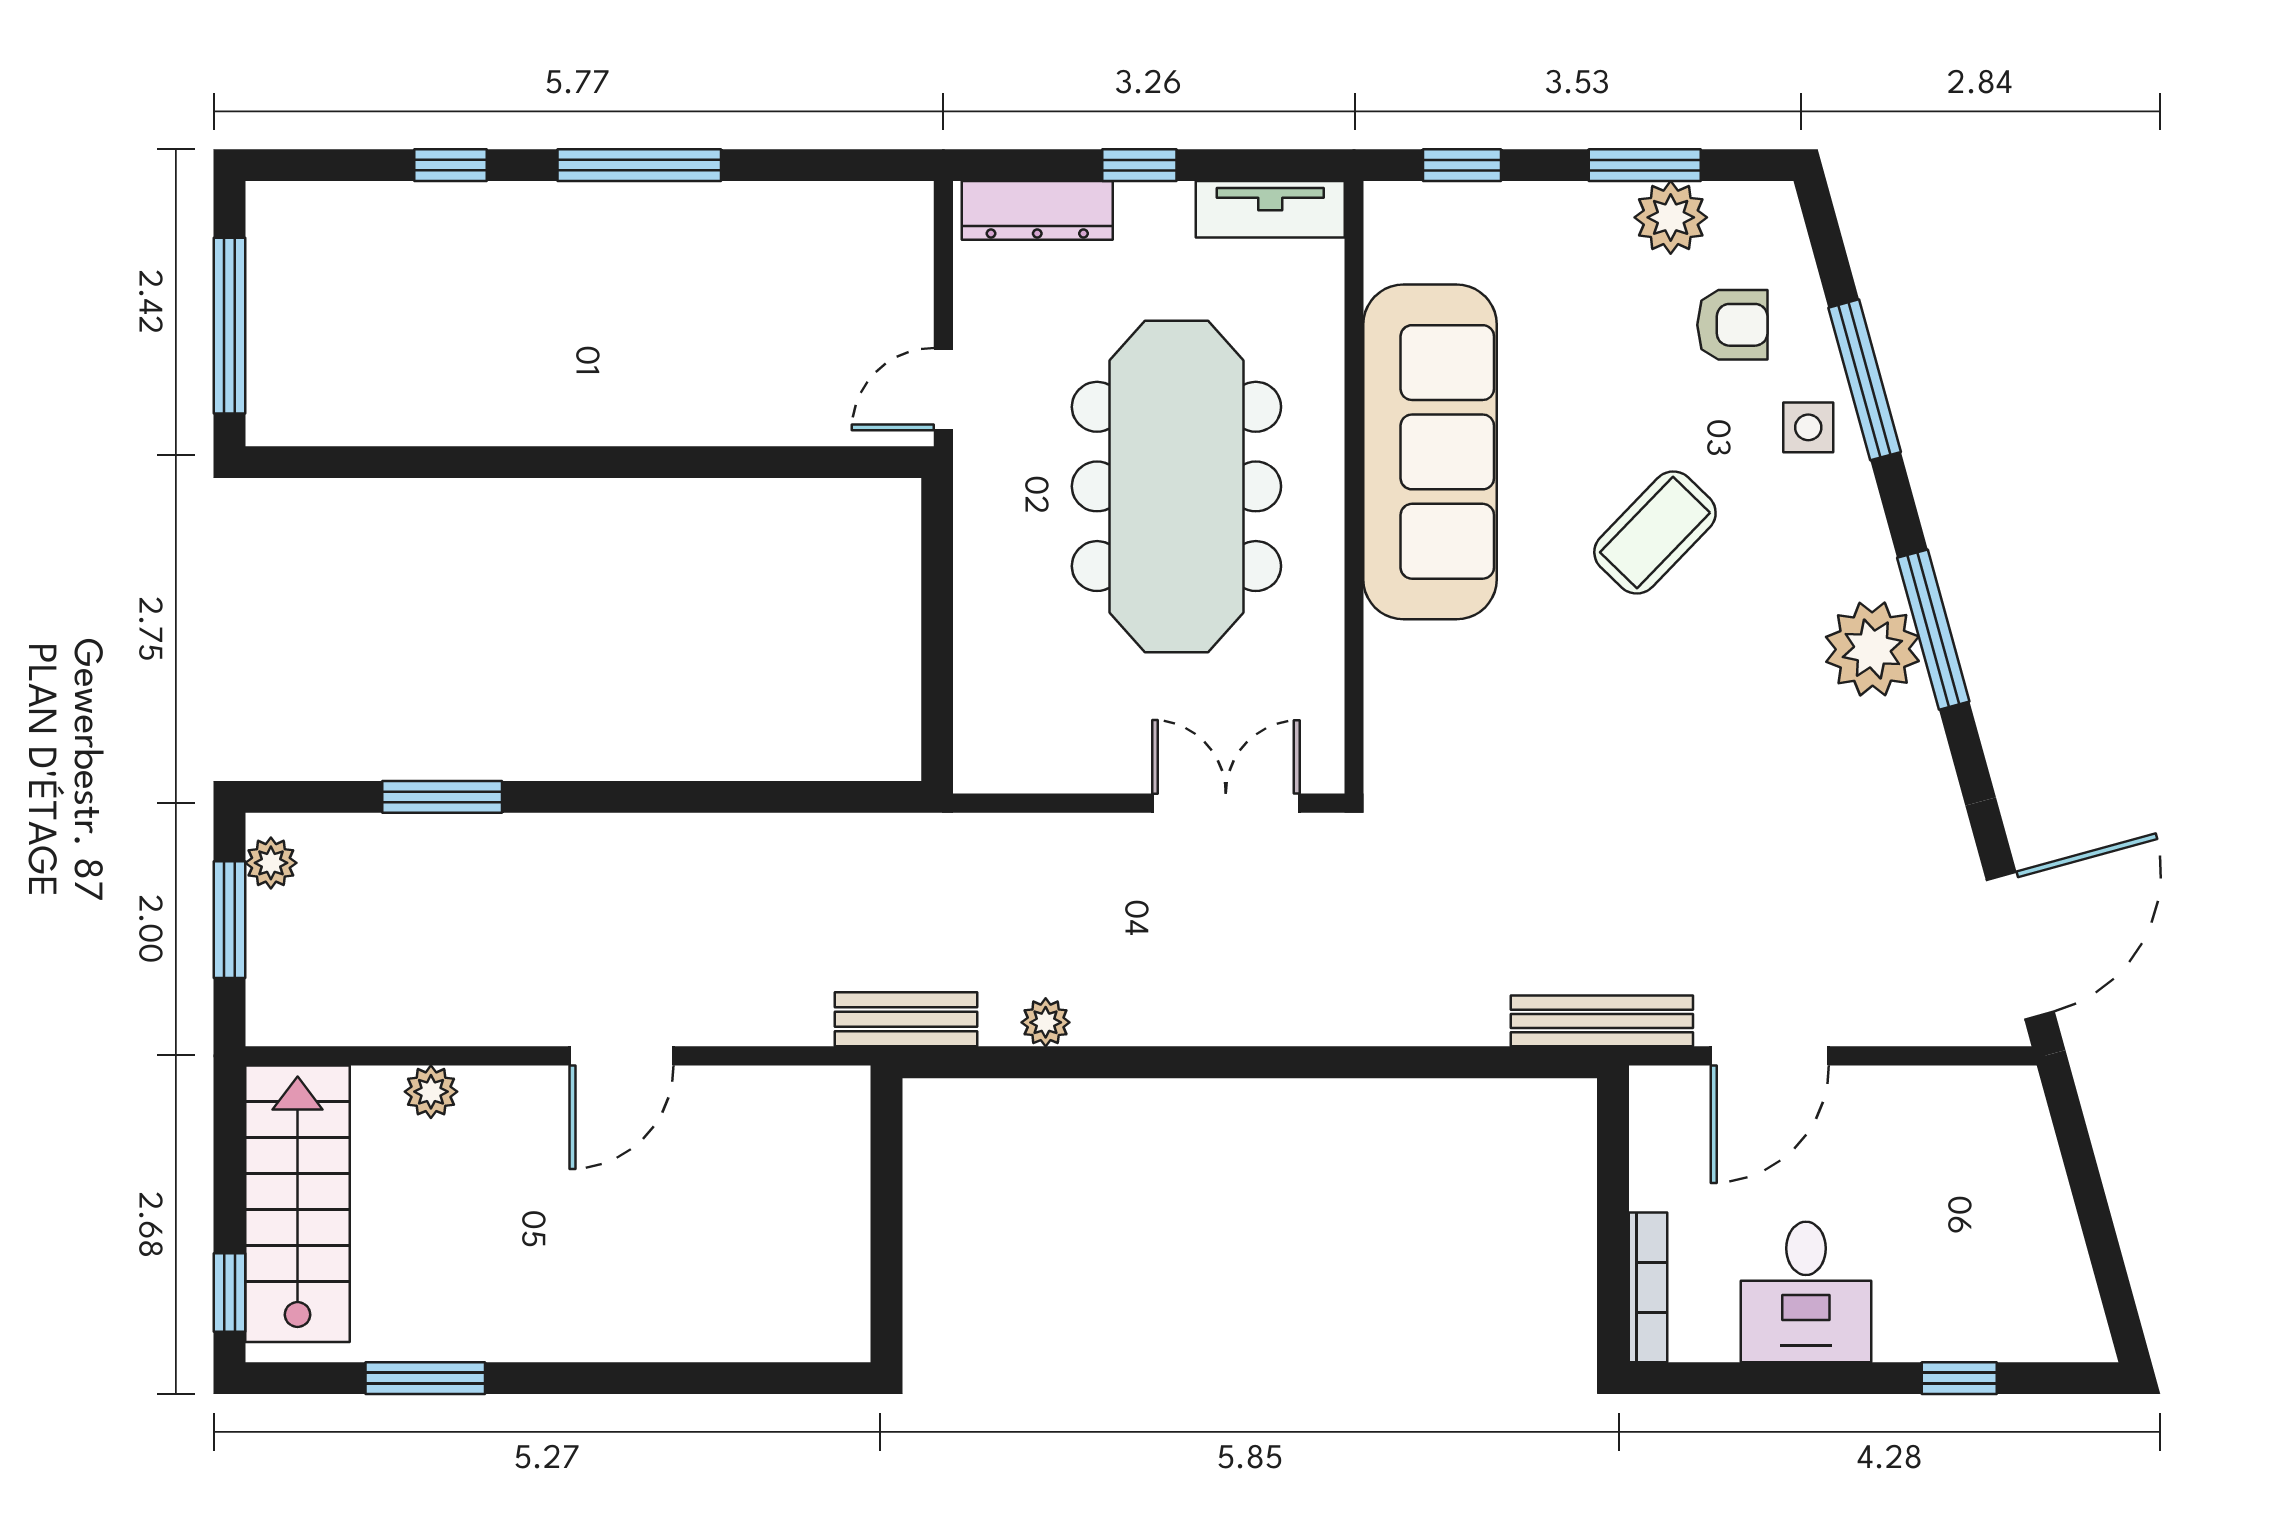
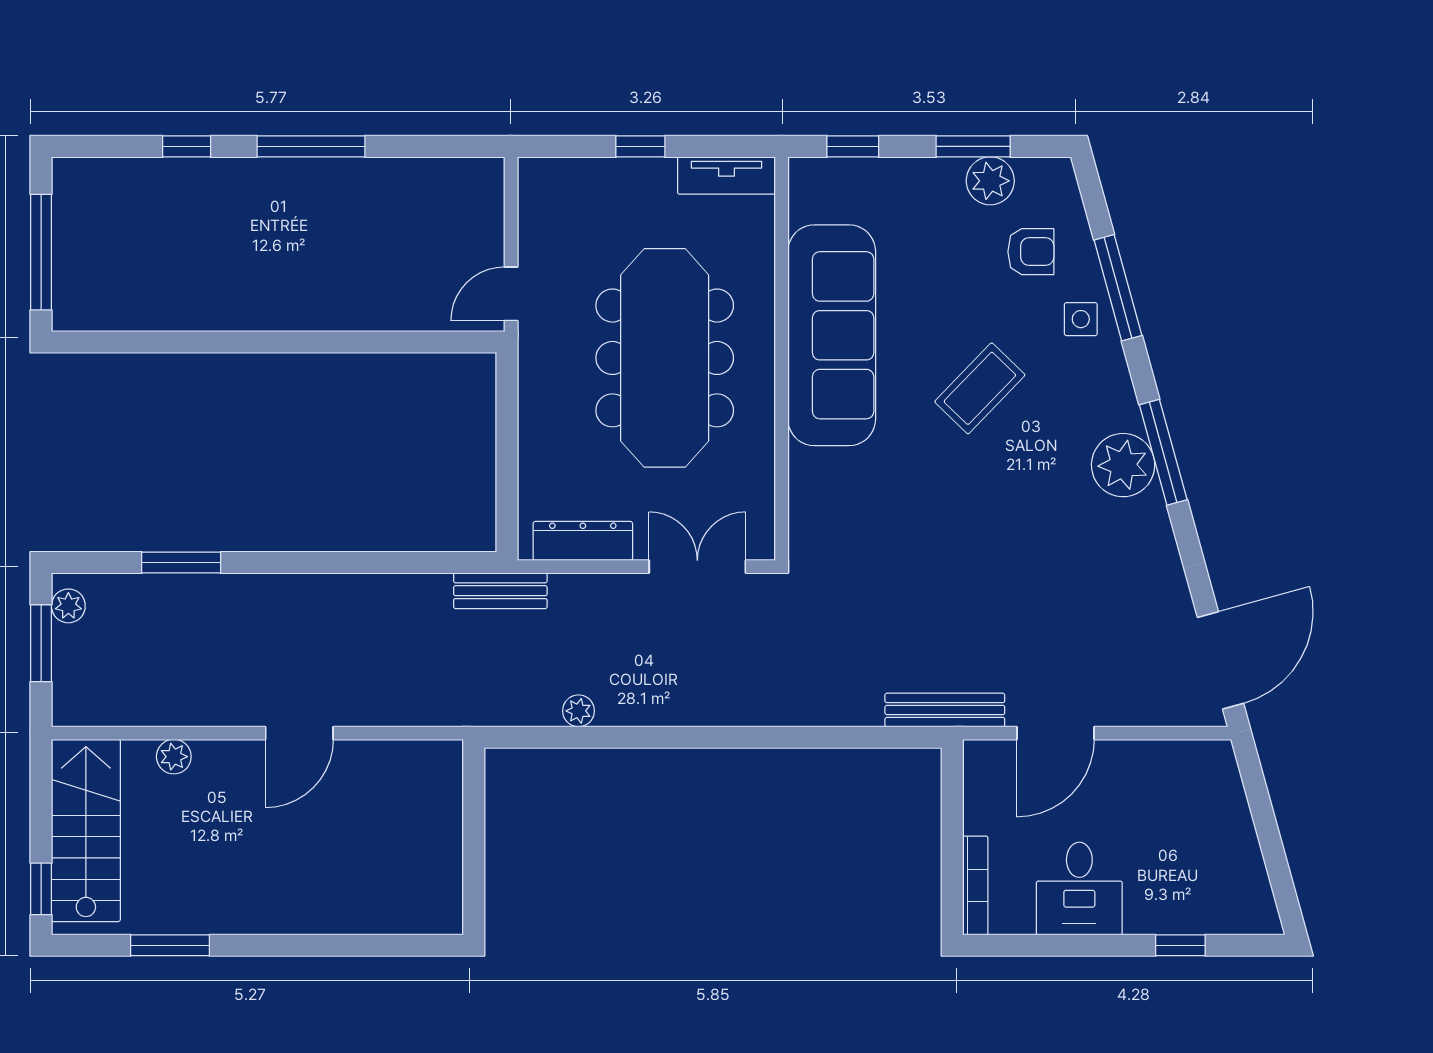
dresser: (1037, 210) -> (583, 541), moved, turned 180
bench: (906, 1019) -> (500, 591), moved

